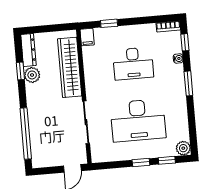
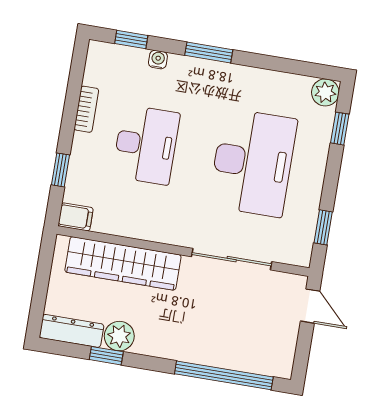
bookcase: (168, 26) -> (86, 109), moved
window: (141, 162) -> (323, 227), moved

